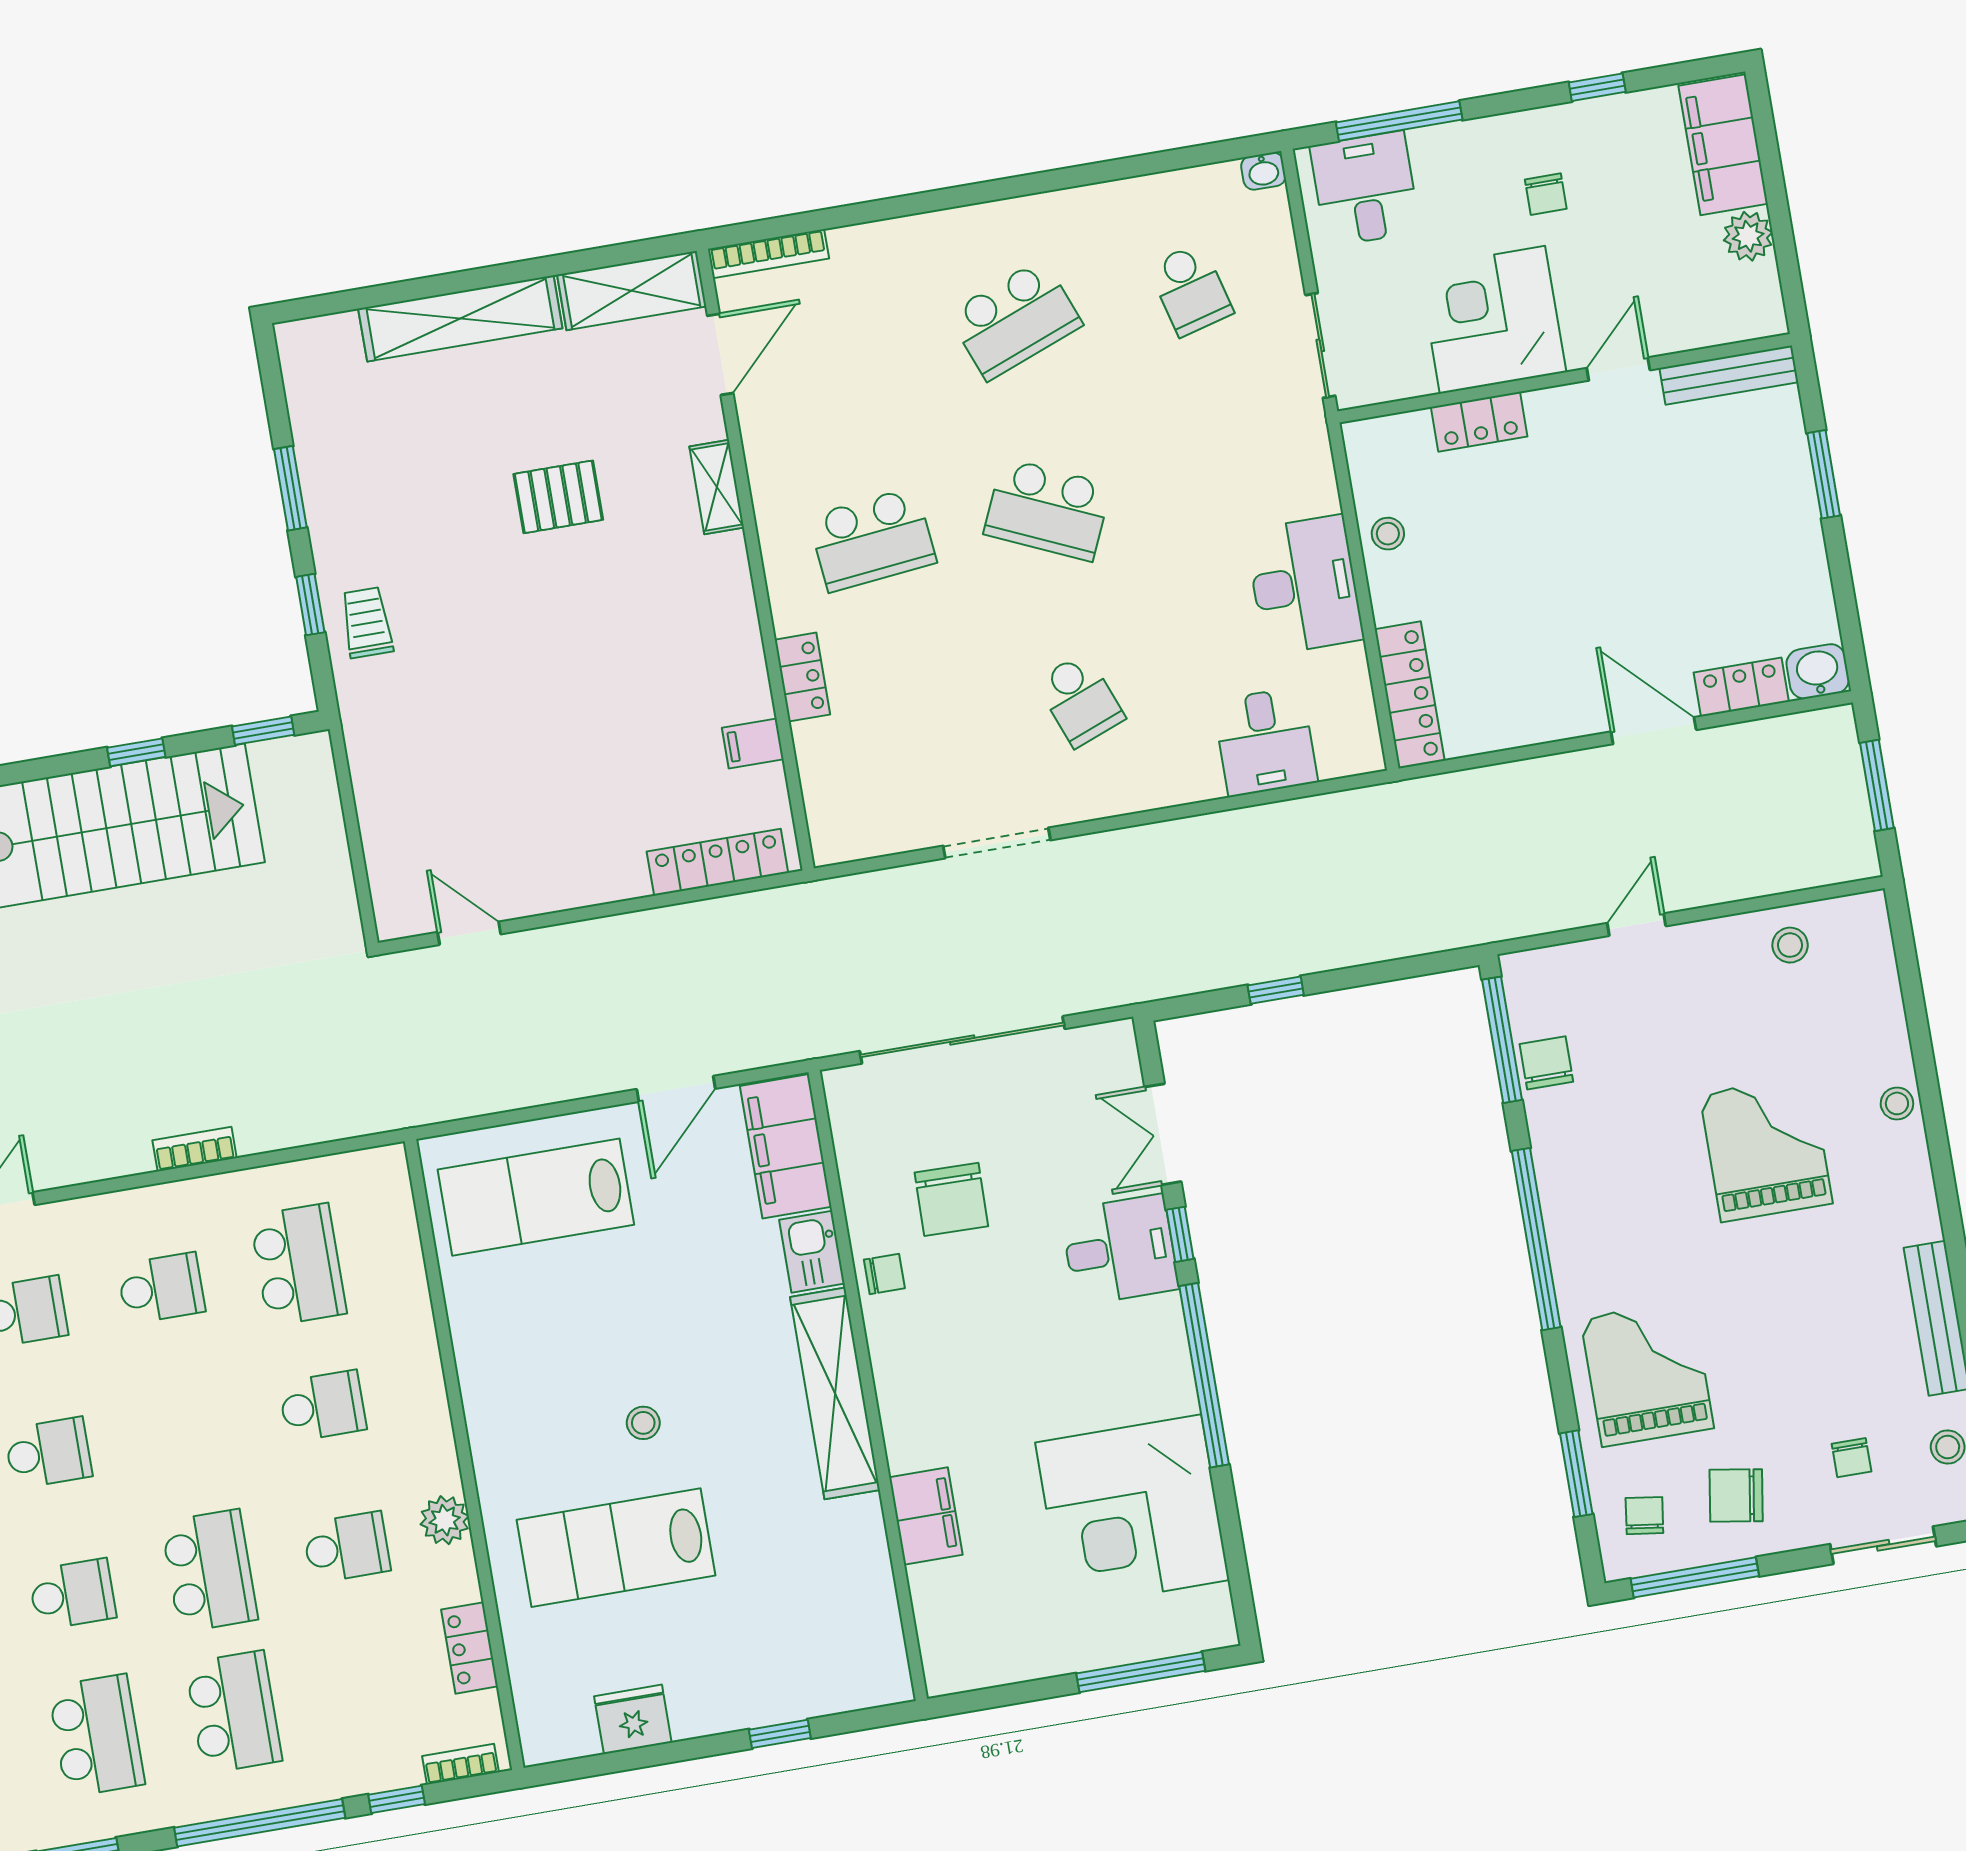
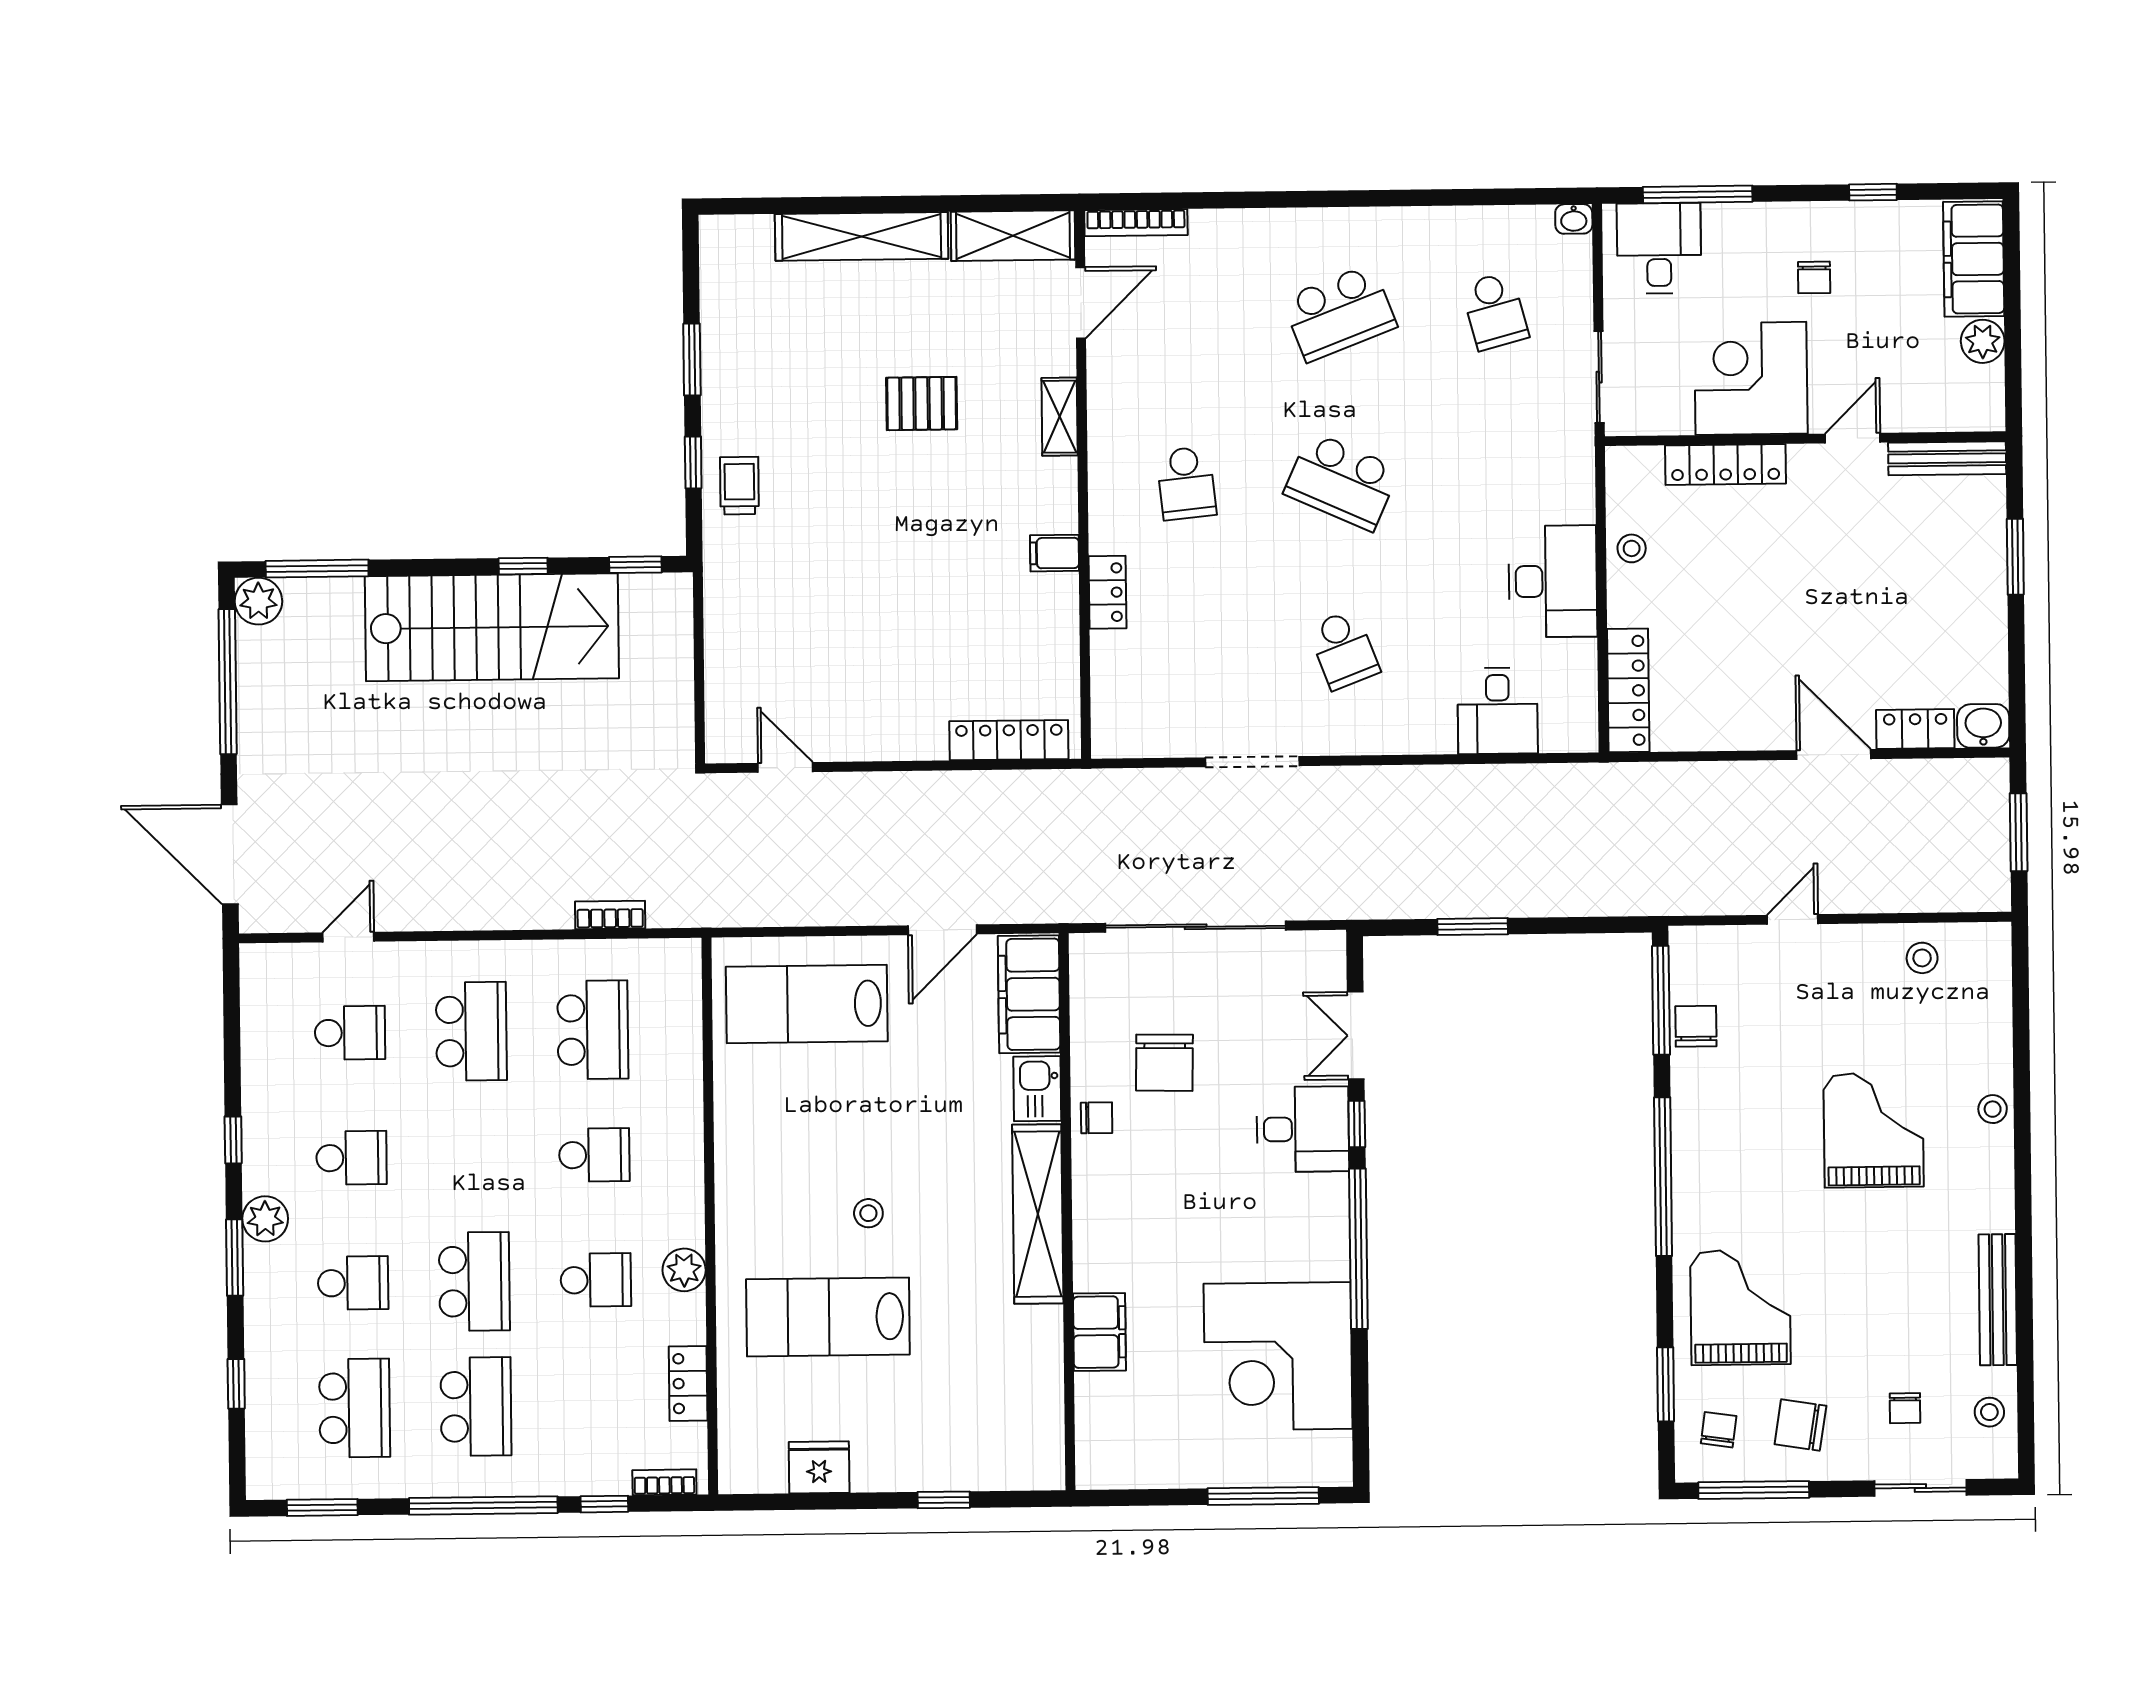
locker: (1479, 422) -> (1726, 464), width x1.53
school desk: (872, 540) -> (1186, 483), width x0.54
filing cabinet: (753, 743) -> (1055, 553), moved
window: (1276, 990) -> (1473, 927), width x1.50
bookcase: (195, 1149) -> (610, 915), moved
school desk: (161, 1288) -> (471, 1031), width x1.85

